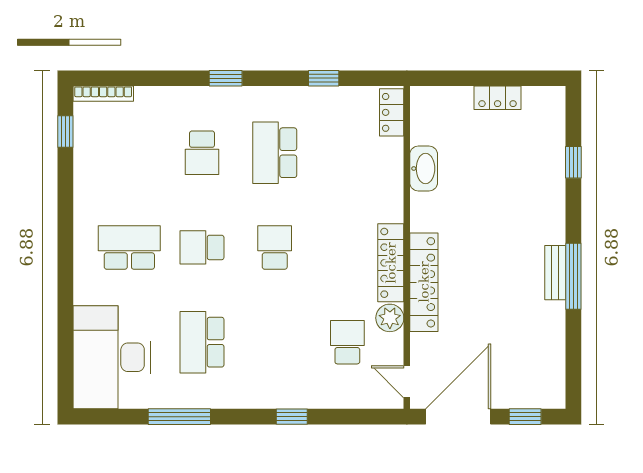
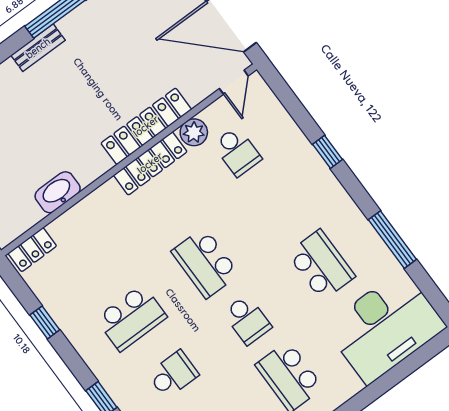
school desk: (275, 247) -> (205, 263), width x1.85
bench: (555, 273) -> (38, 48), moved
school desk: (202, 342) -> (321, 265), turned -90
school desk: (347, 342) -> (237, 151), turned -90

